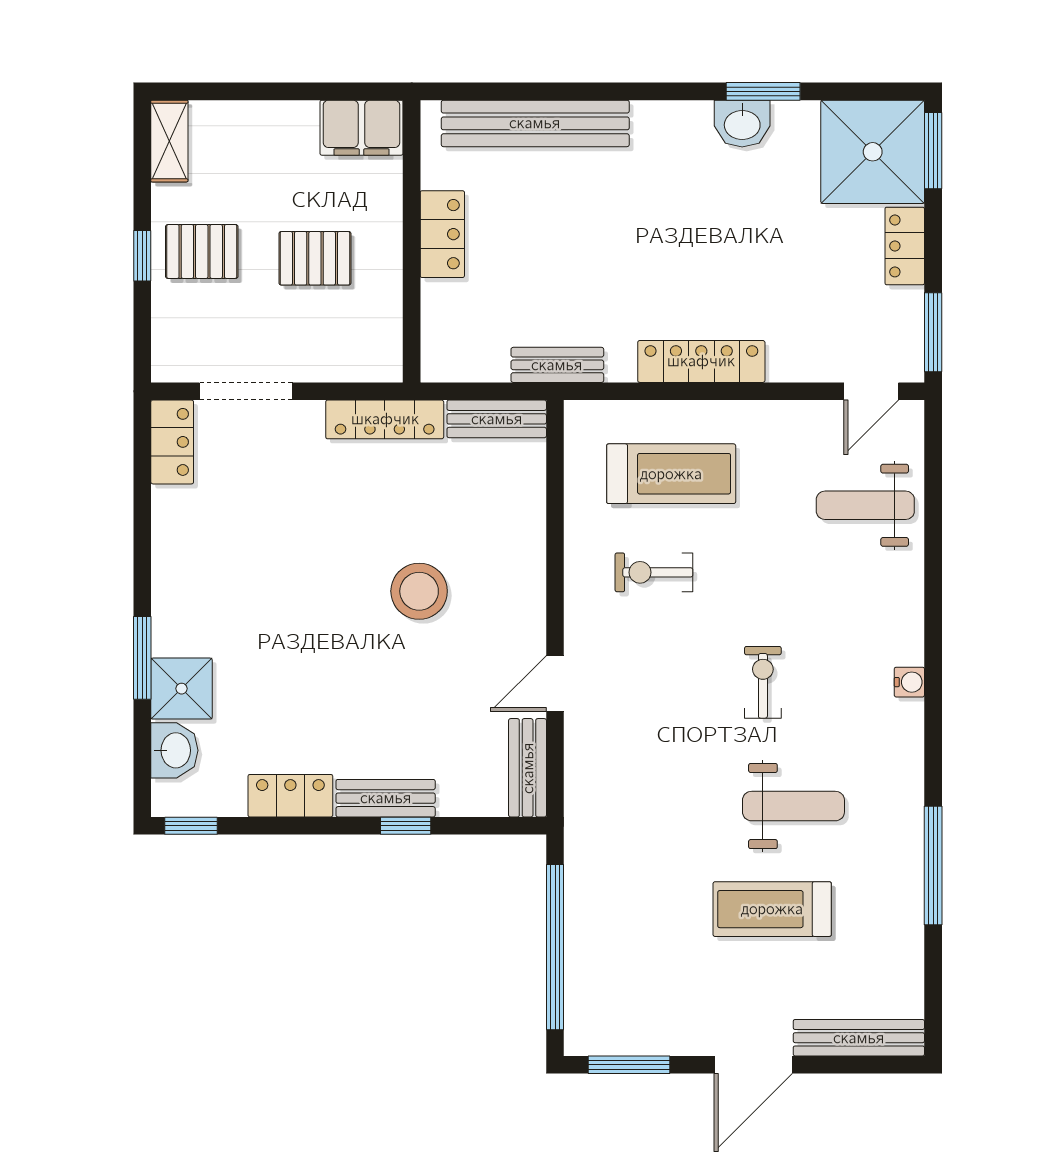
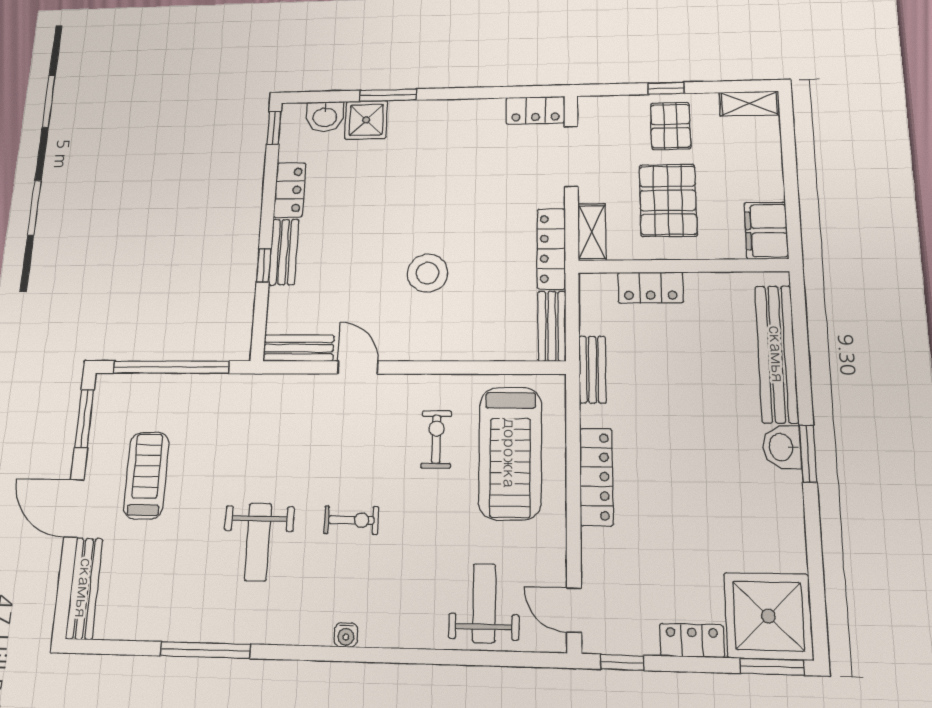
window: (763, 91) -> (808, 454), moved
washbasin: (742, 124) -> (782, 447), moved
locker: (442, 234) -> (650, 288), moved
pallet: (315, 258) -> (668, 200), width x1.50, depth x1.42
window: (933, 332) -> (622, 662), width x0.67
shelving: (361, 364) -> (592, 232), added
treadmill: (671, 474) -> (510, 453), width x1.37, depth x1.38
treadmill: (772, 909) -> (146, 475), moved

